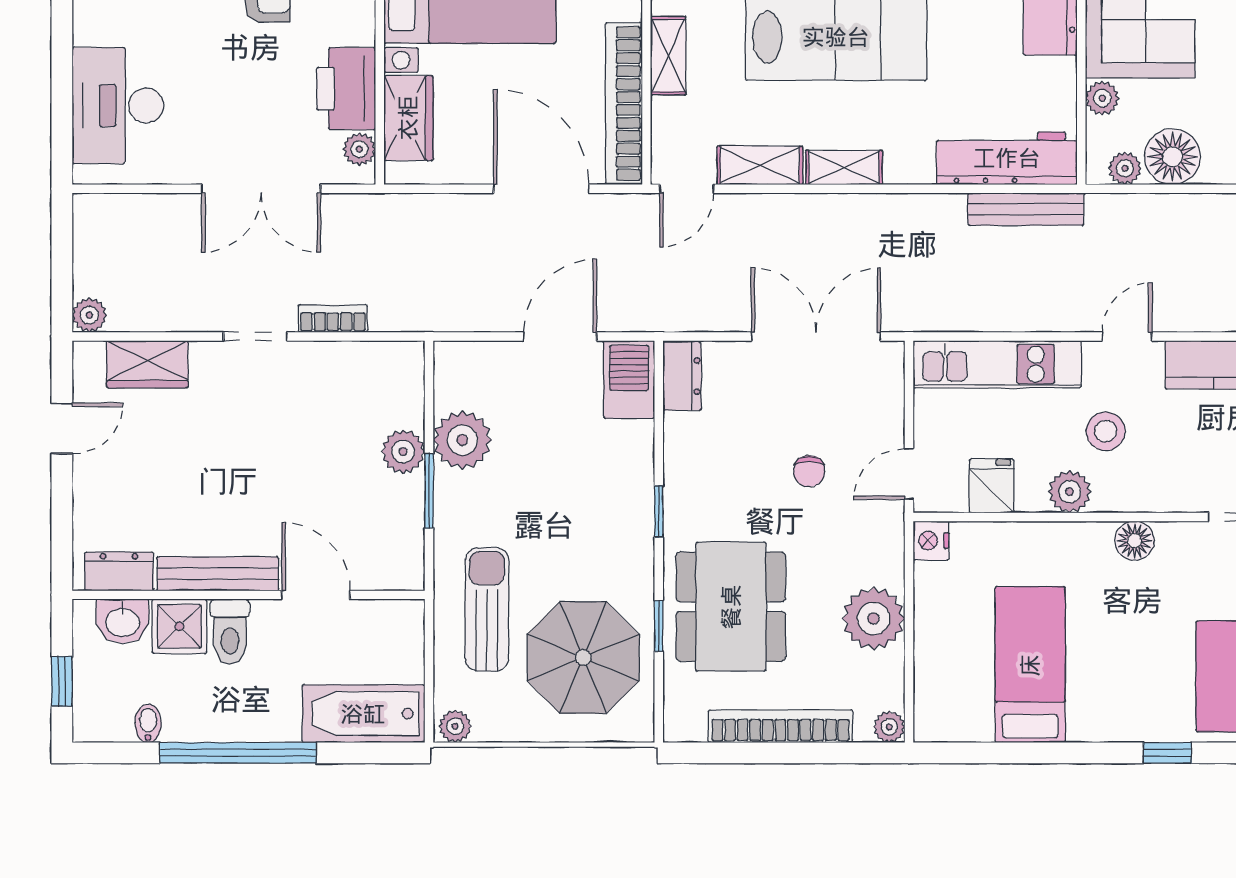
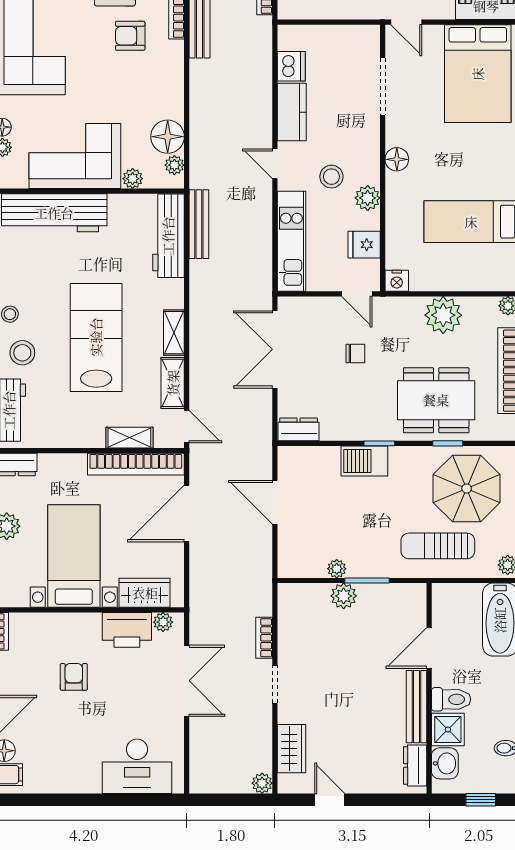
shelving: (668, 56) -> (129, 438), moved
barbecue: (629, 380) -> (364, 461), moved
plant: (462, 440) -> (337, 569), width x0.53, depth x0.53

